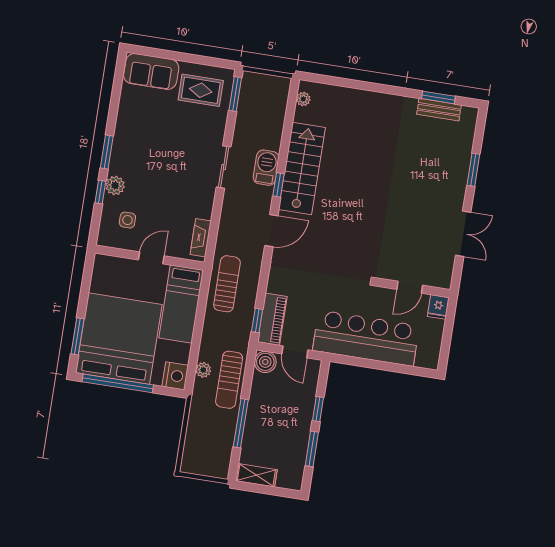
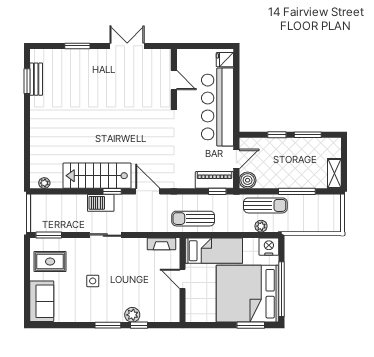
rug: (201, 90) -> (50, 262), turned 90
side table: (127, 220) -> (93, 281), moved
fridge: (438, 307) -> (225, 60), moved, turned 180

